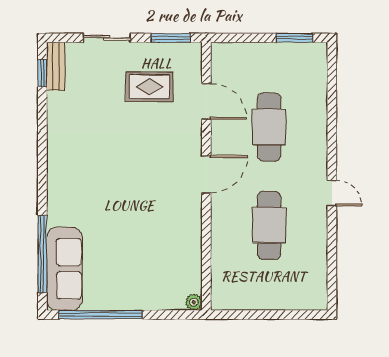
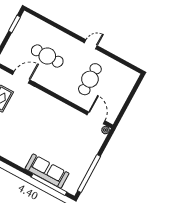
door: (206, 174) -> (96, 118), moved
cafe table: (269, 225) -> (90, 79), turned 90
sofa: (64, 269) -> (47, 171), moved

